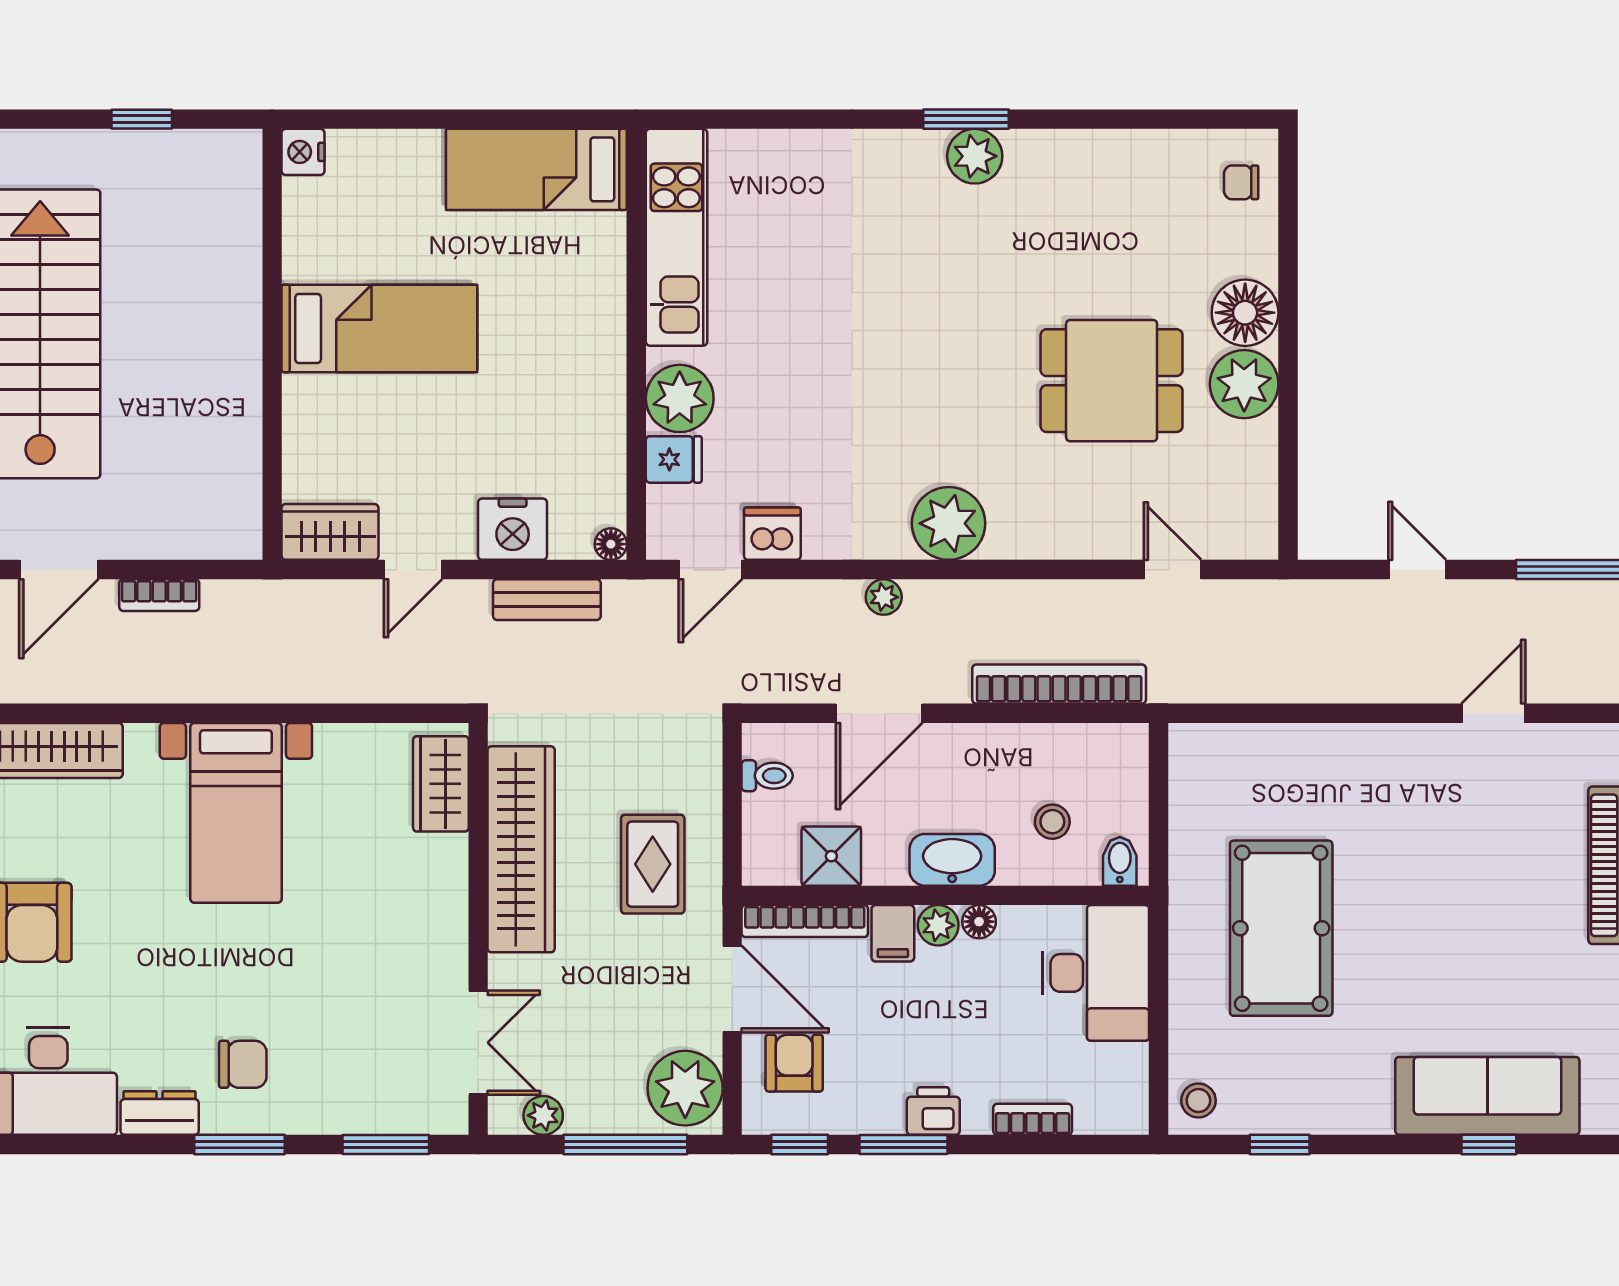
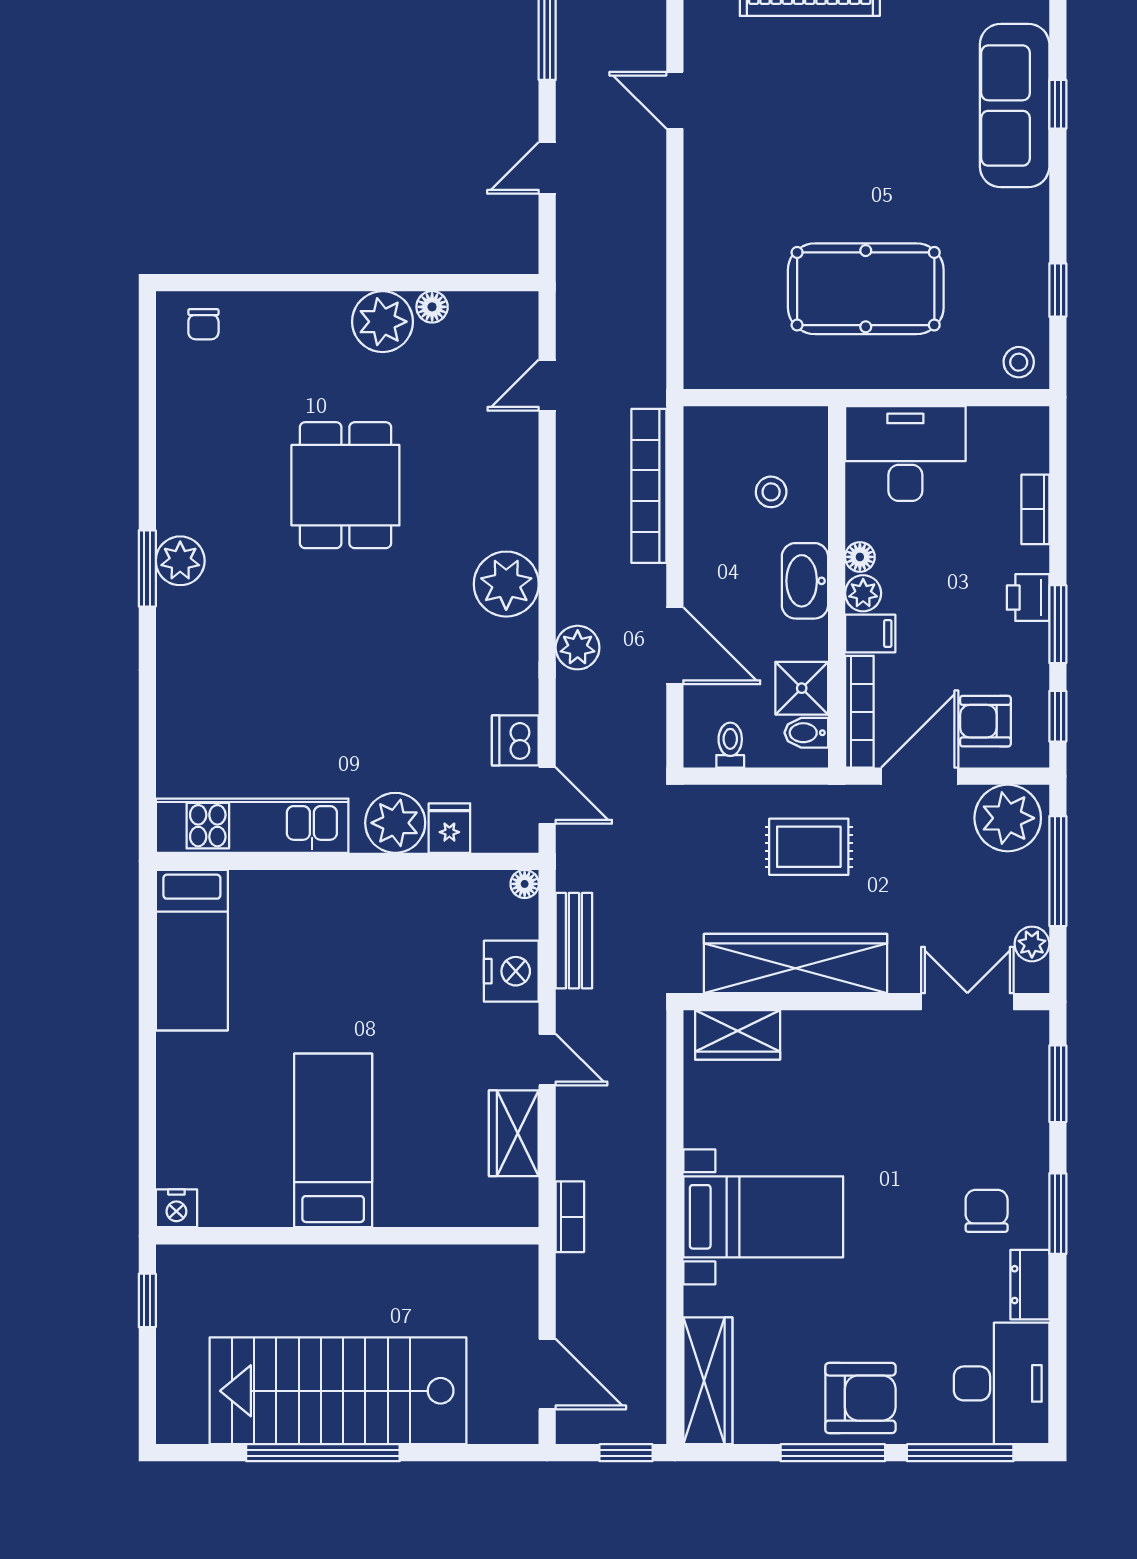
nightstand: (303, 152) -> (176, 1208), moved
floor lamp: (1245, 313) -> (432, 307), moved, width x0.53, depth x0.53
bed: (379, 328) -> (333, 1140), moved
wall: (272, 344) -> (347, 1236), moved
dining table: (1112, 381) -> (345, 485), moved
bookcase: (159, 595) -> (570, 1217), moved
plant: (884, 597) -> (578, 648), width x1.38, depth x1.38
bidet: (1120, 861) -> (806, 733), moved

